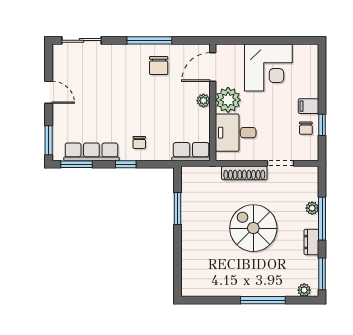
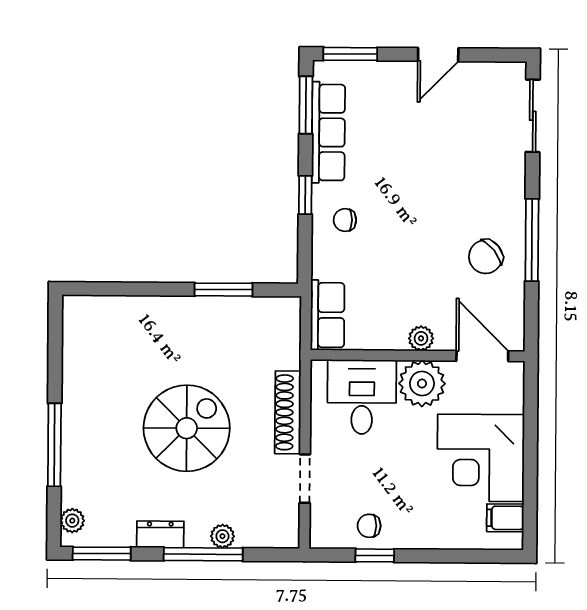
chair: (159, 66) -> (486, 257), turned -39
filing cabinet: (309, 106) -> (505, 518), moved, turned -90

